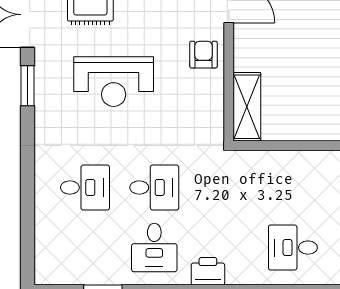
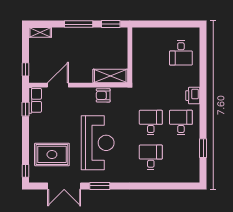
armchair: (203, 55) -> (103, 95), moved
reception desk: (114, 82) -> (98, 143), width x1.36, depth x1.30
desk: (154, 248) -> (181, 122), turned -90

